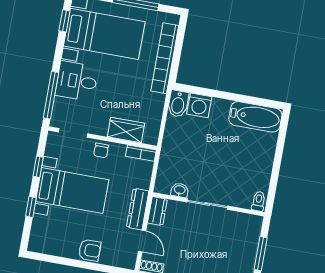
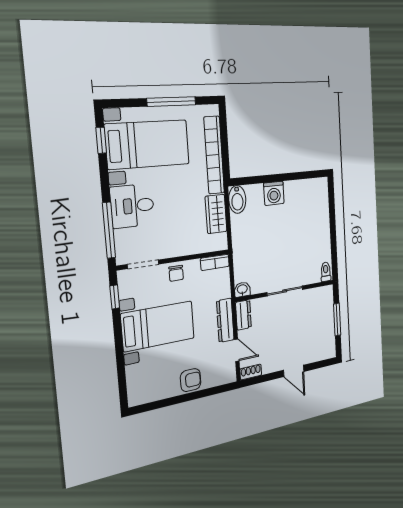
washing machine: (199, 105) -> (274, 193), moved
bathtub: (255, 117) -> (307, 191), removed
wardrobe: (126, 130) -> (216, 214), moved, turned -90
window: (38, 167) -> (115, 297), moved
washbasin: (180, 190) -> (242, 289), moved
window: (31, 207) -> (120, 360), removed

